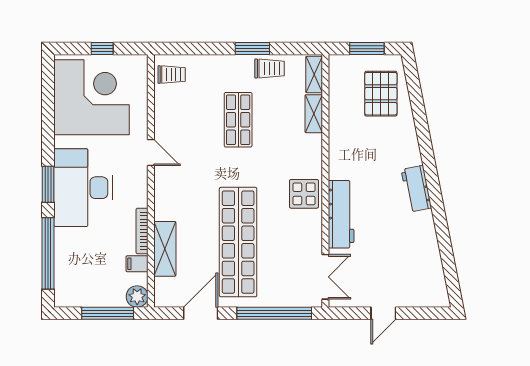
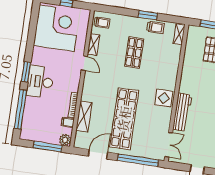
shelving: (314, 114) -> (94, 45), moved
desk: (83, 188) -> (40, 82), width x0.73, depth x0.77

